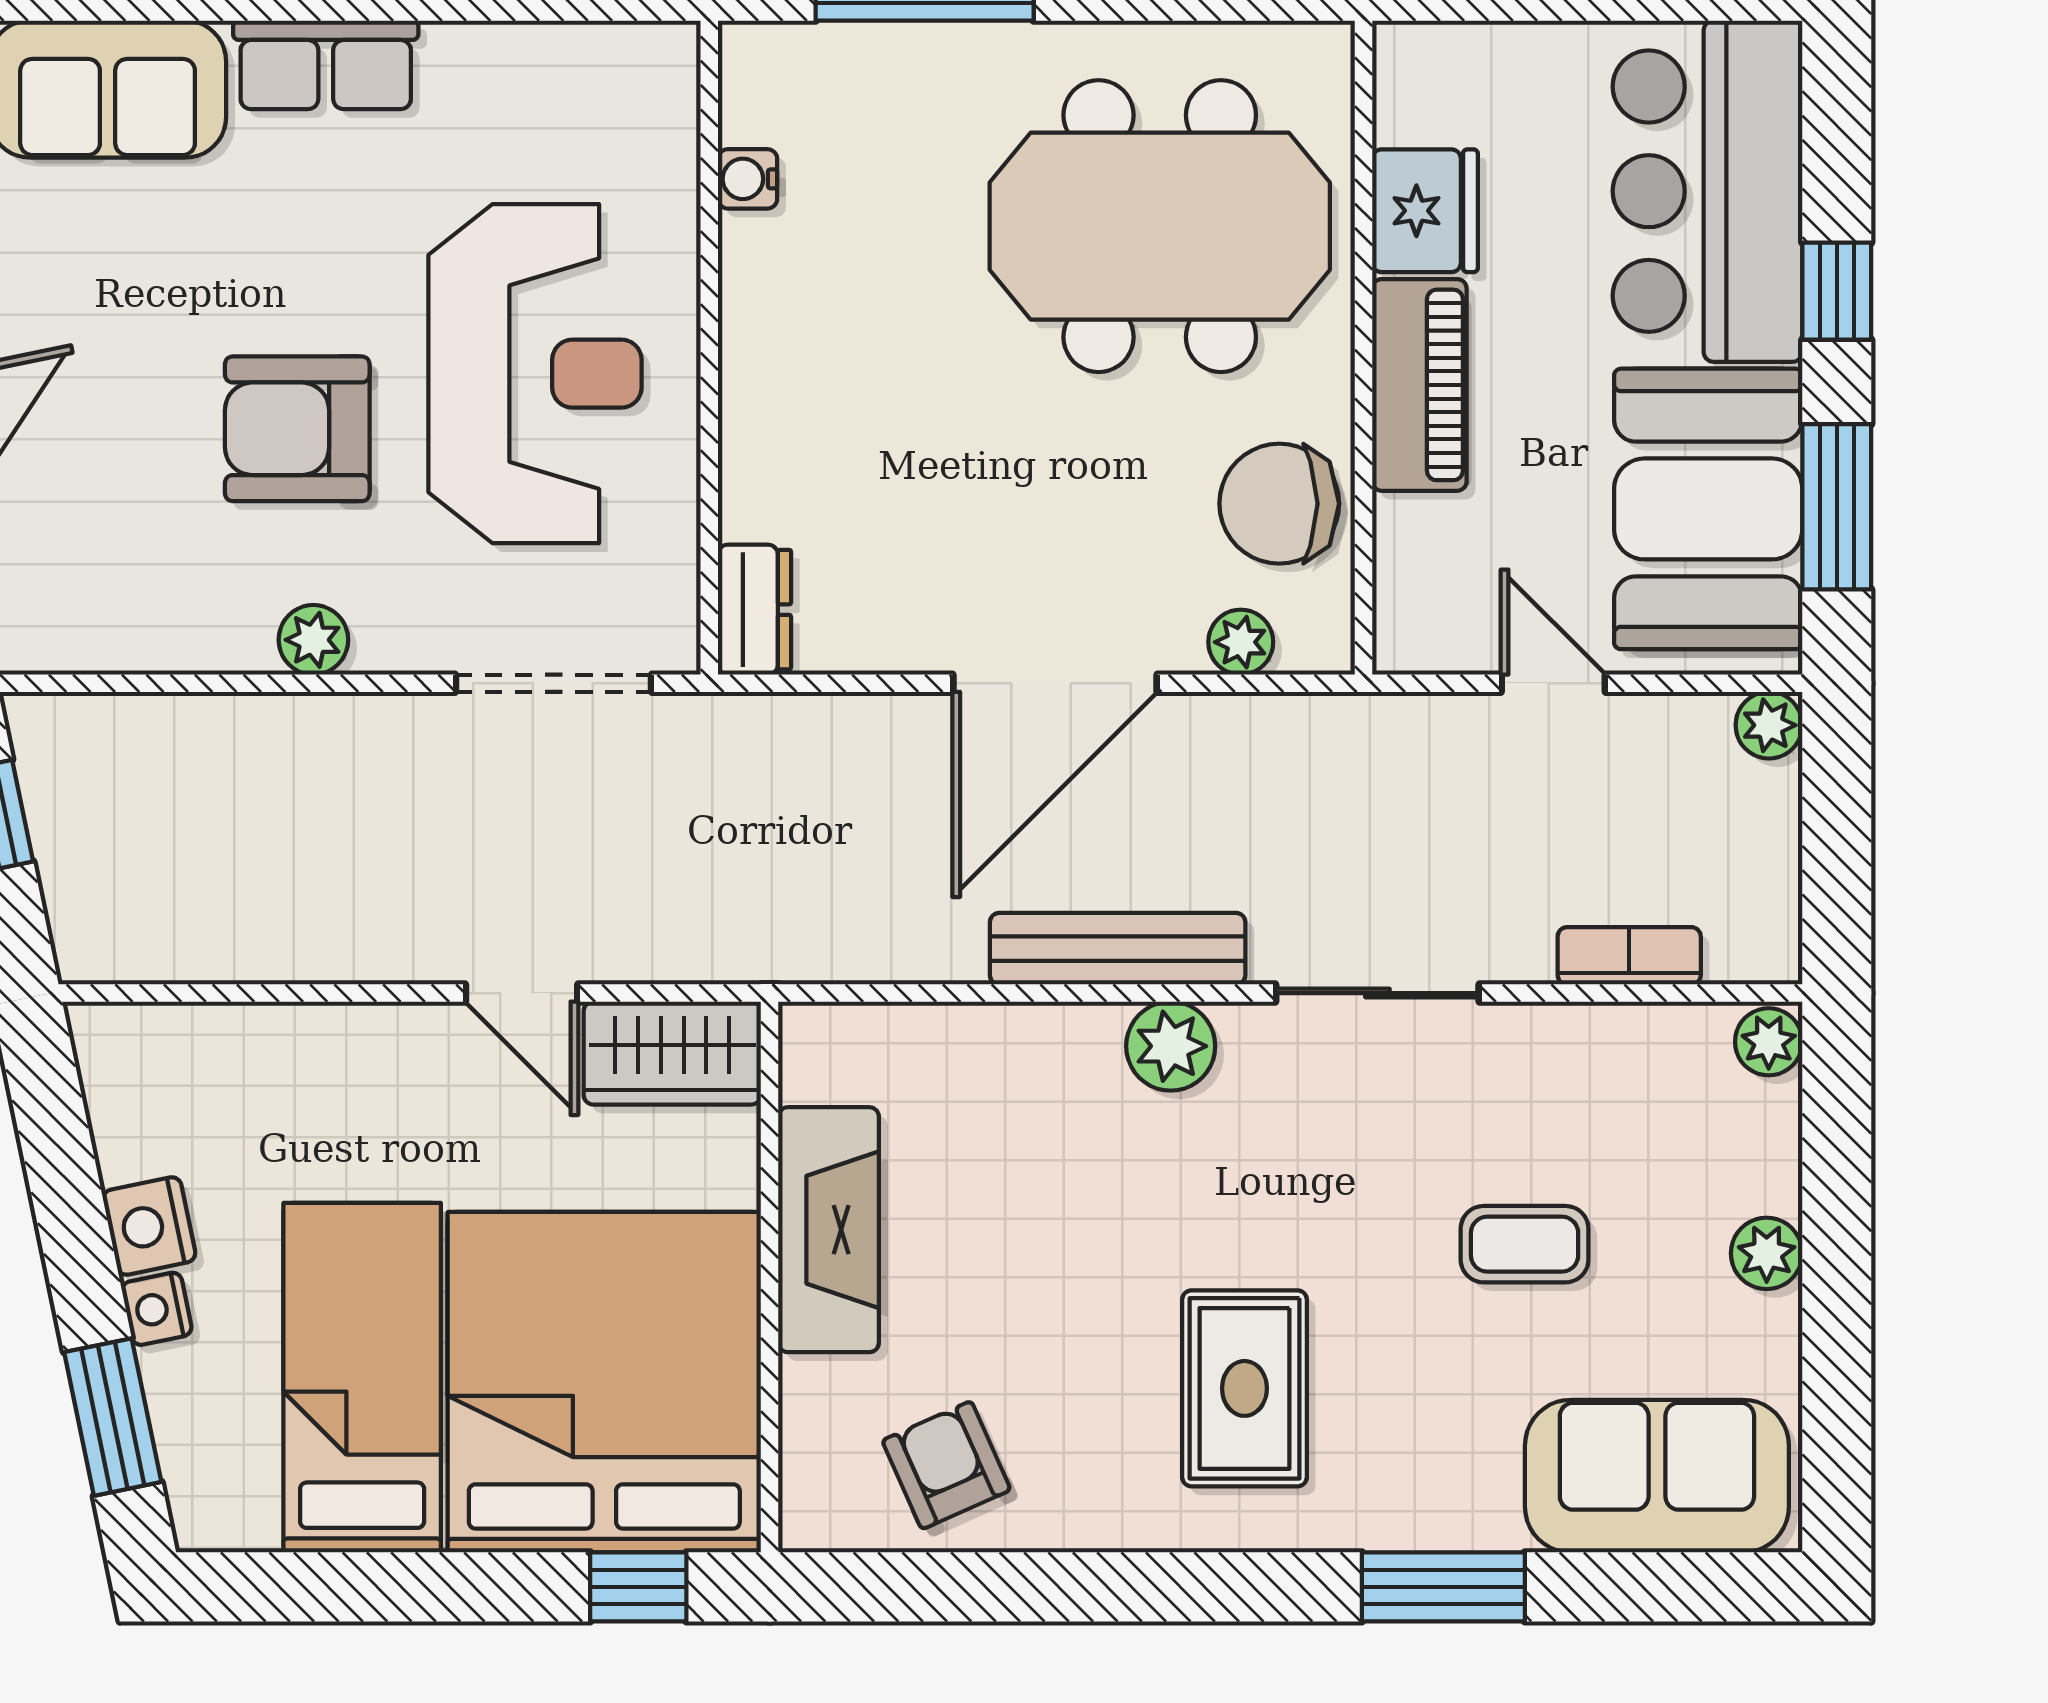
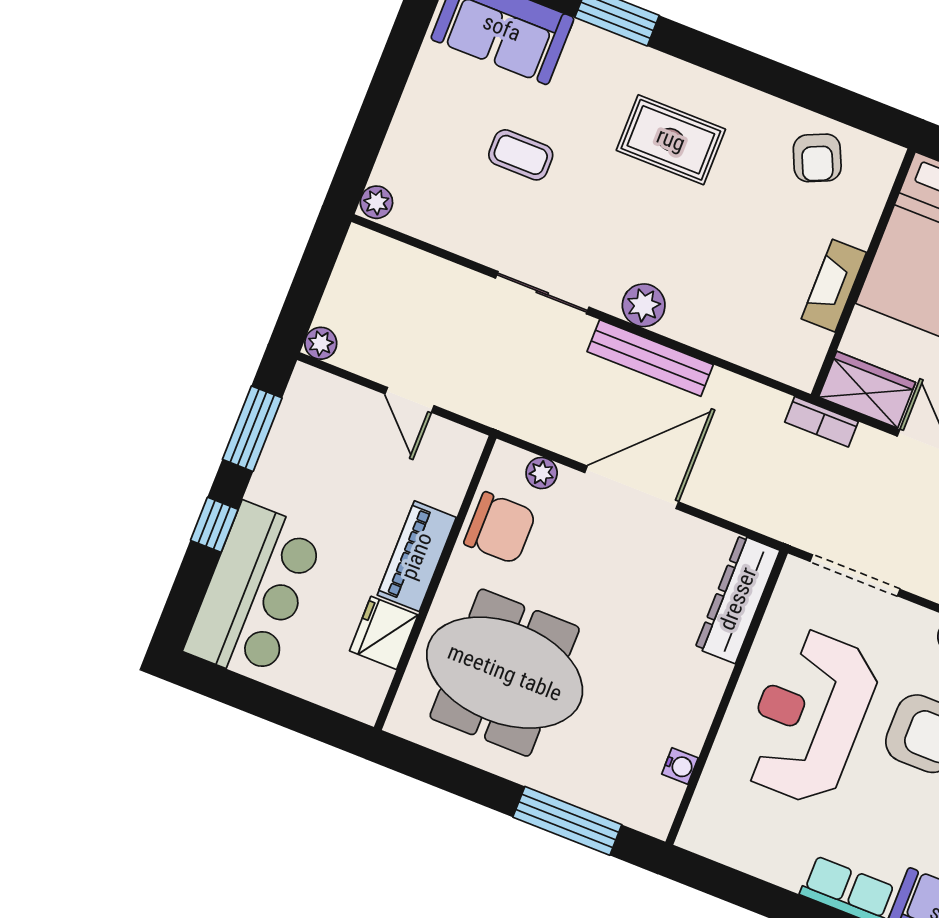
booth: (1708, 509) -> (310, 450), removed
dresser: (754, 610) -> (738, 599), width x1.96, depth x1.24
bookcase: (1629, 956) -> (821, 422), moved
fireplace: (829, 1230) -> (834, 286), width x0.73, depth x0.76
plant: (1767, 1253) -> (415, 108), removed
rug: (1244, 1388) -> (671, 140), turned 90

